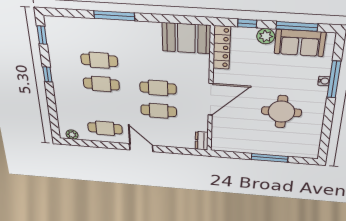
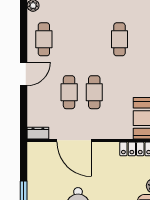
cafe table: (101, 84) -> (94, 39), removed
door: (211, 99) -> (74, 140), moved

